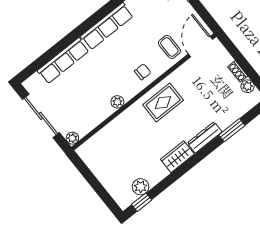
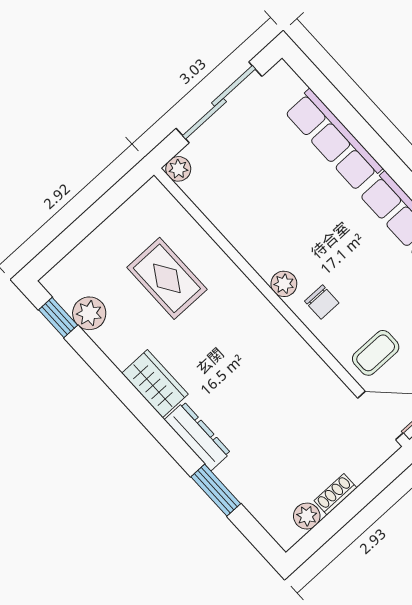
plant: (117, 102) -> (284, 284), moved
rug: (163, 102) -> (167, 278), moved

